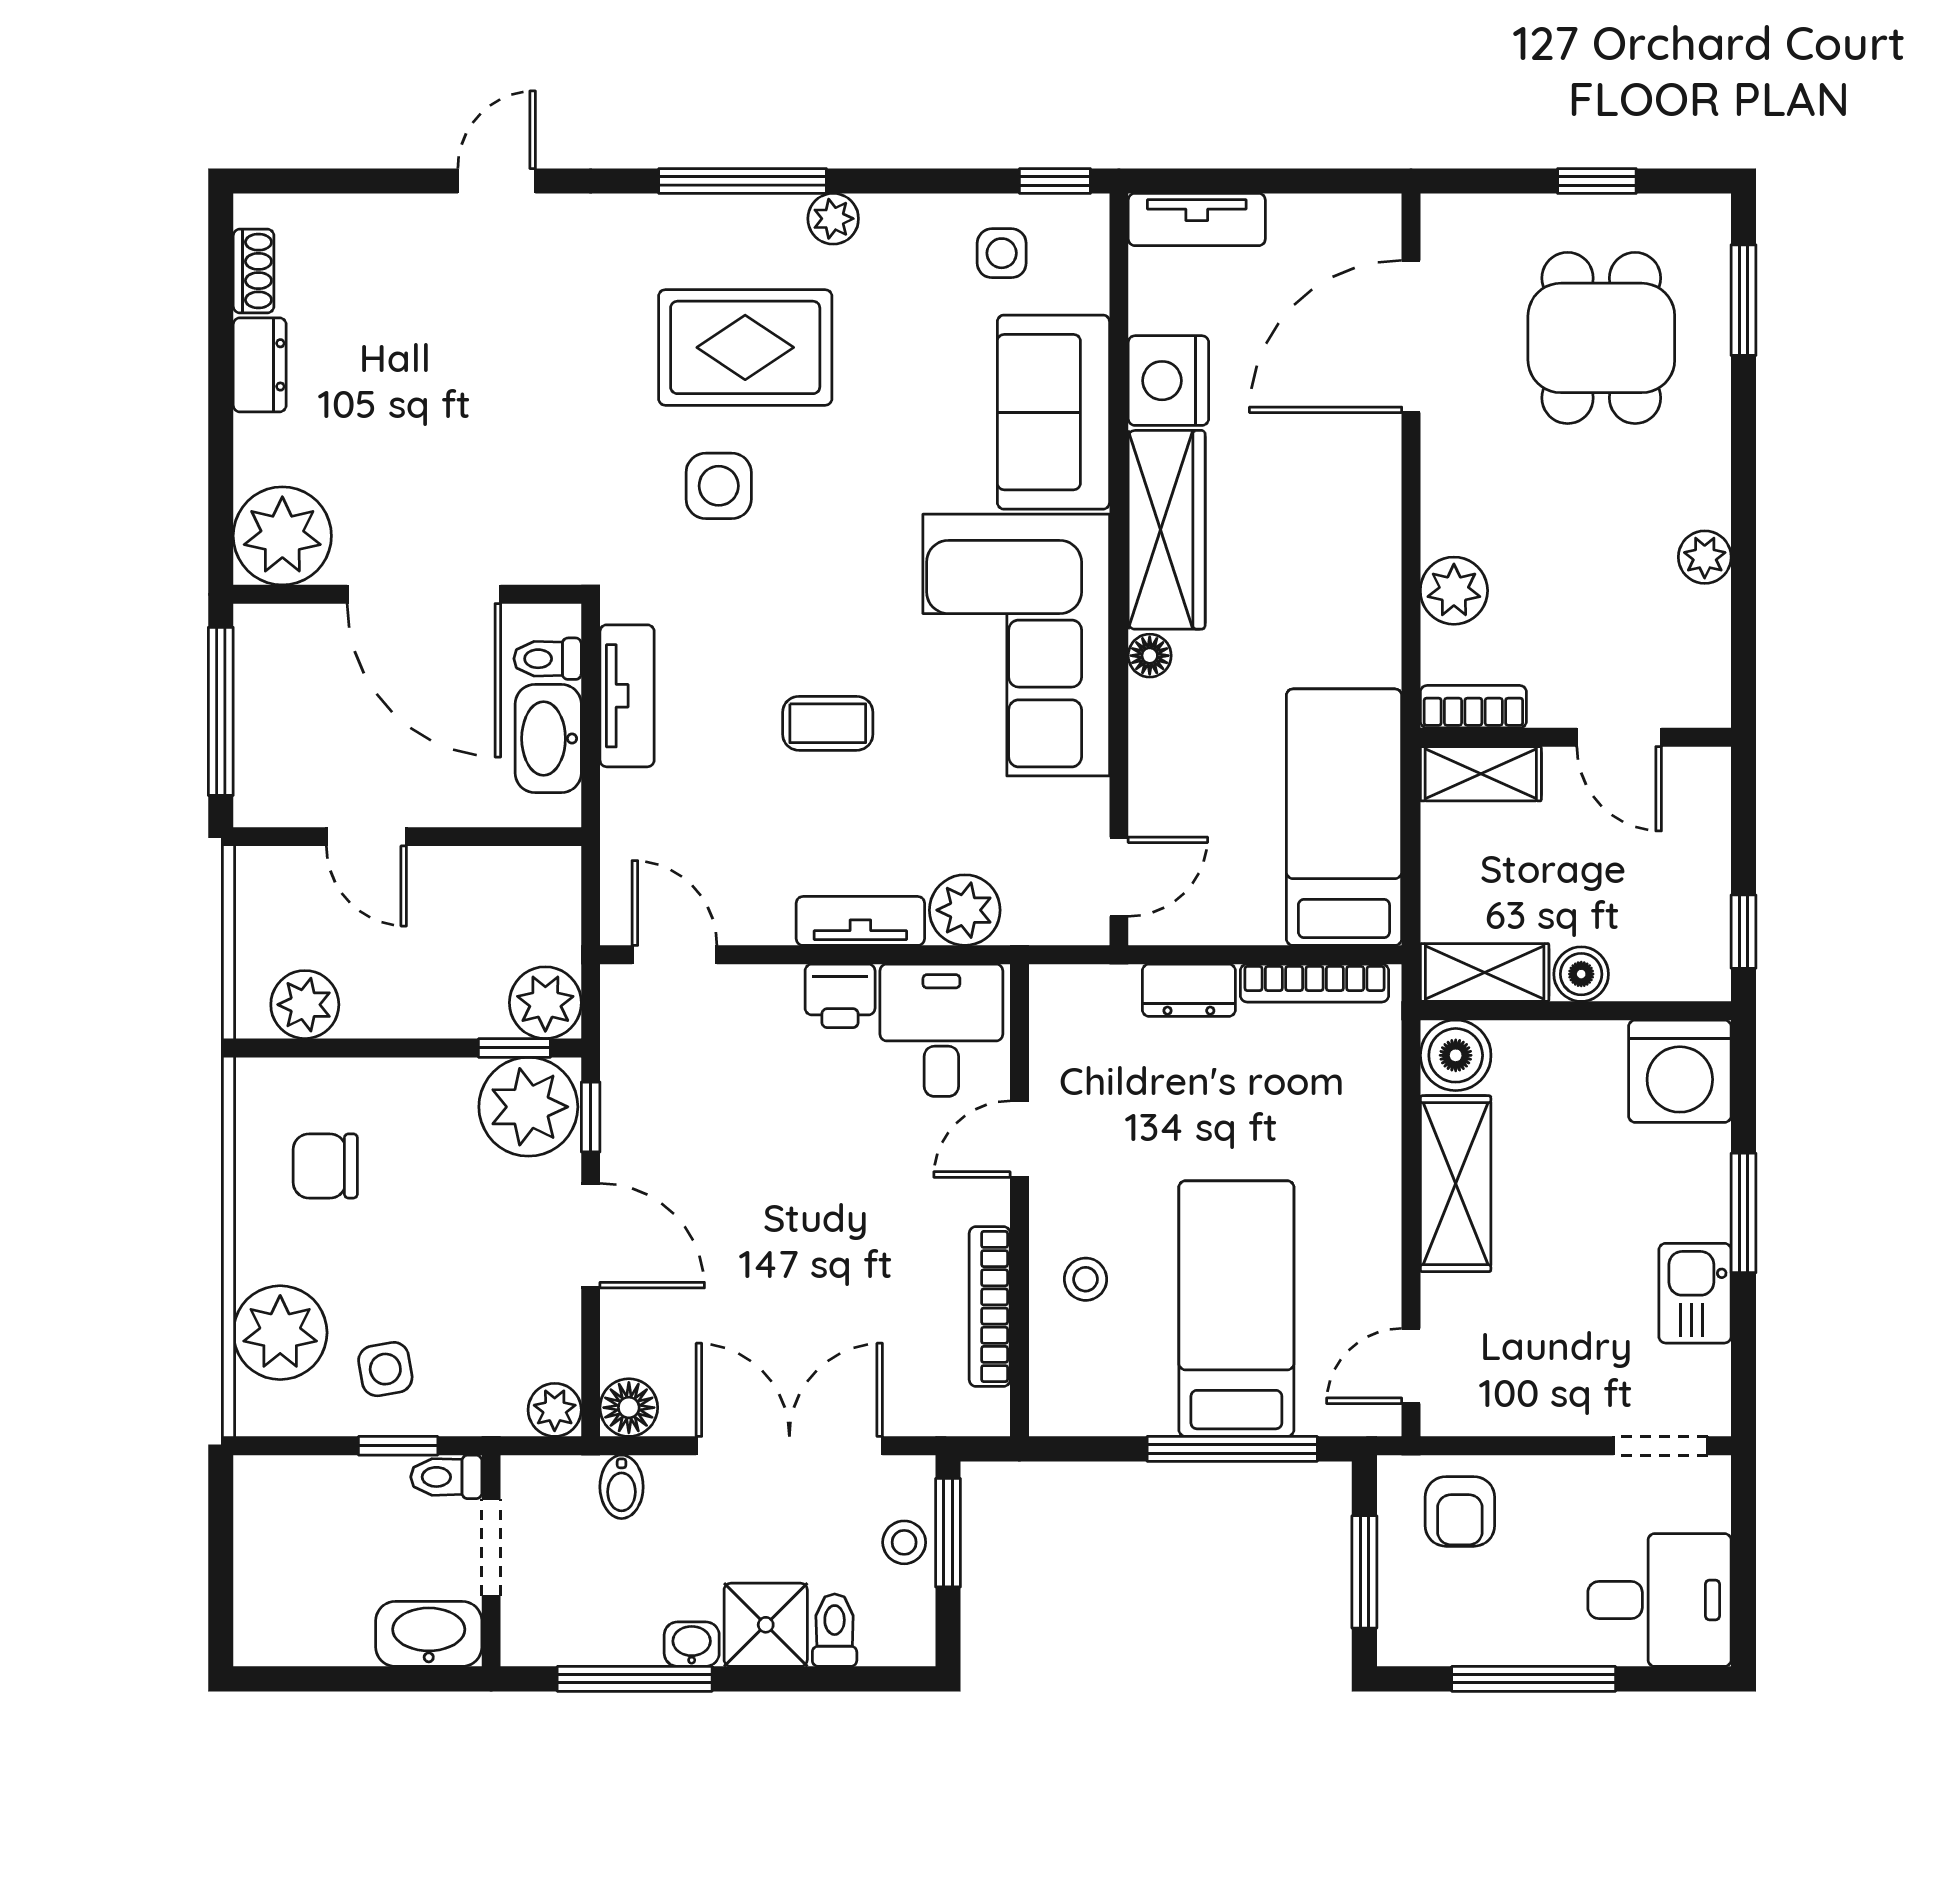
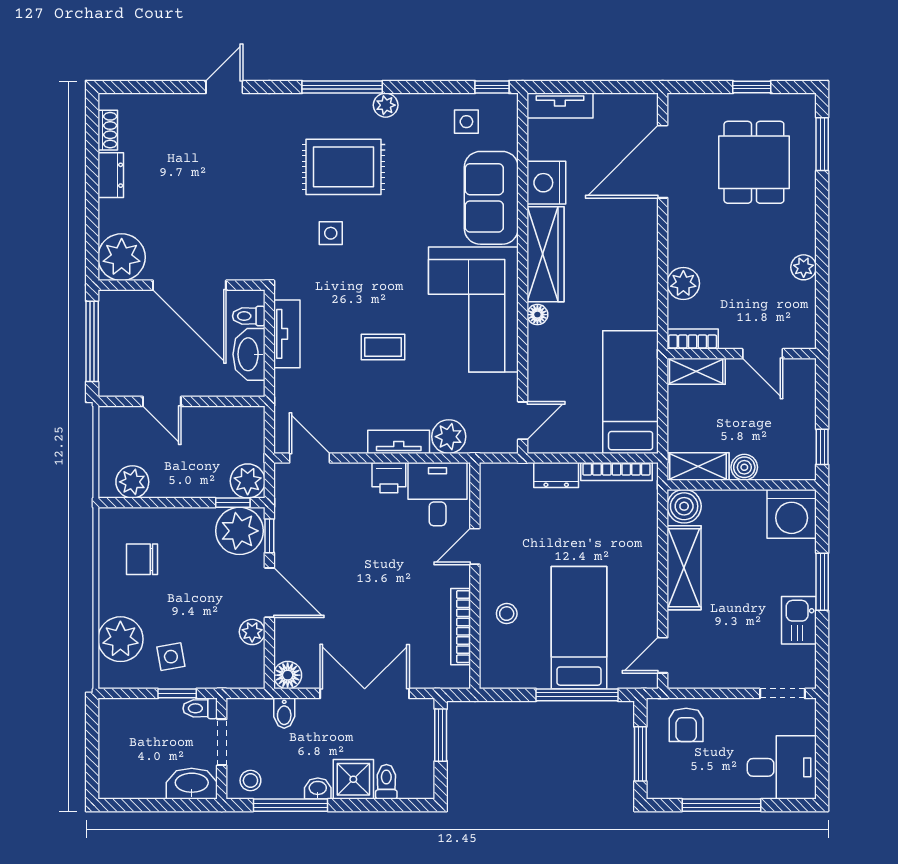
side table: (719, 486) -> (331, 233), width x0.73, depth x0.73
plant: (555, 1410) -> (252, 632), moved
stool: (904, 1542) -> (250, 780), moved

